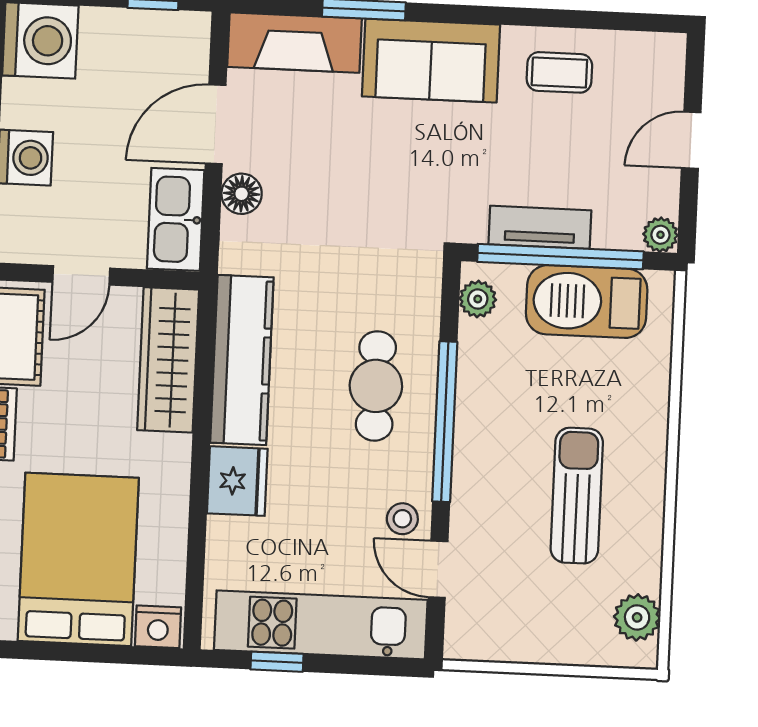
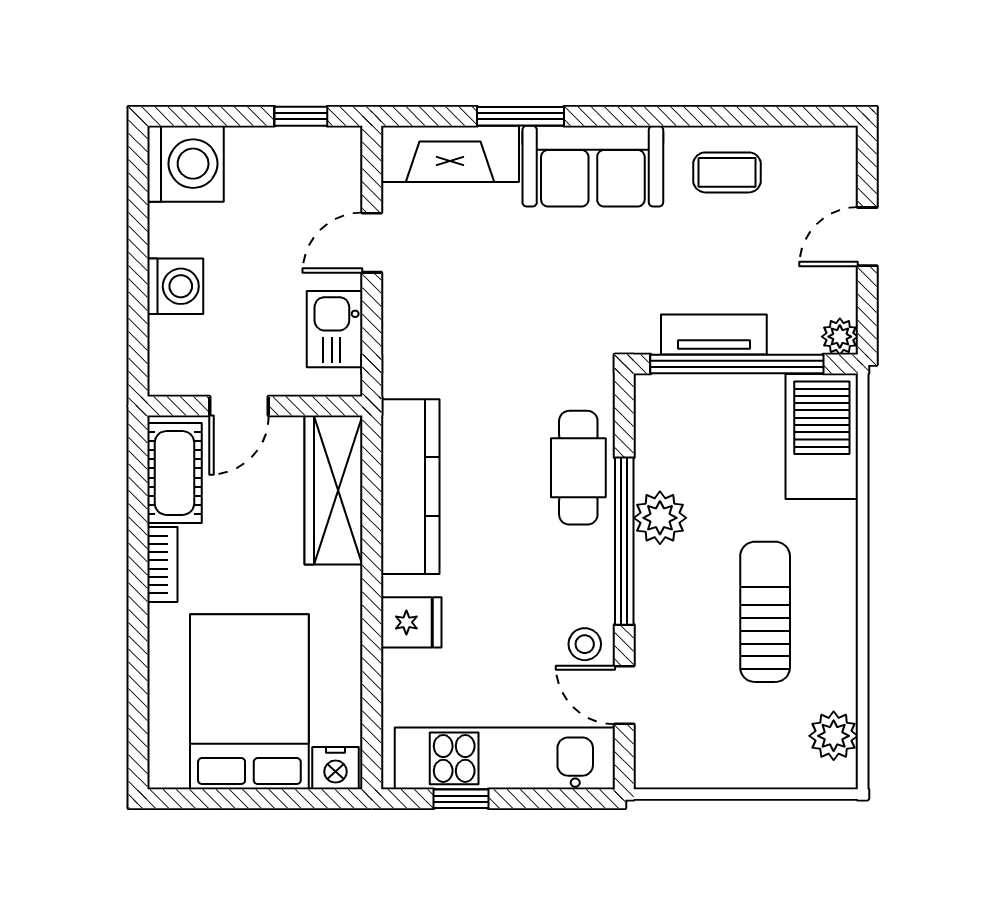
door: (216, 124) -> (372, 243), width x0.73
floor lamp: (242, 194) -> (402, 314), removed
kitchen sink: (176, 219) -> (335, 329), width x0.73
plant: (478, 299) -> (660, 518), moved, width x1.38, depth x1.38
barbecue: (587, 302) -> (822, 437), moved, turned 90
cafe table: (376, 386) -> (578, 468), moved
fridge: (237, 481) -> (411, 622), width x0.72

